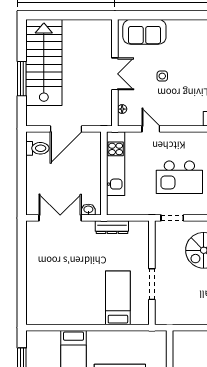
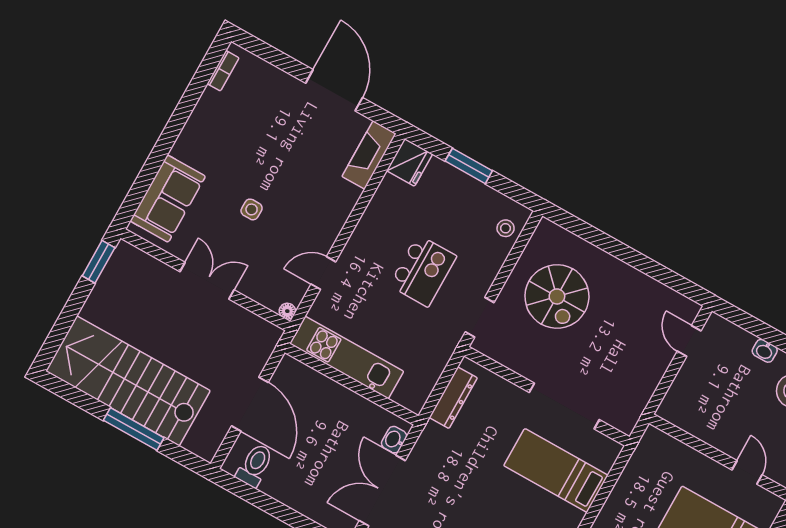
window: (94, 15) -> (99, 262), added
floor lamp: (122, 109) -> (287, 311), moved
kitchen island: (179, 177) -> (423, 271), width x0.73, depth x0.78
dresser: (112, 227) -> (453, 398), moved
doorway: (152, 284) -> (564, 406), width x1.36

